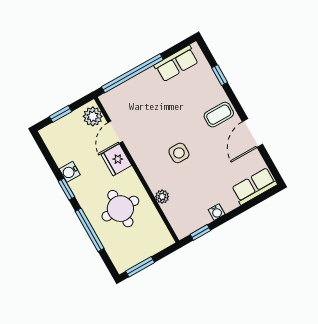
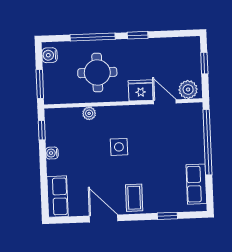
water cooler: (70, 172) -> (49, 55), moved, turned -90
window: (140, 267) -> (40, 84), moved

